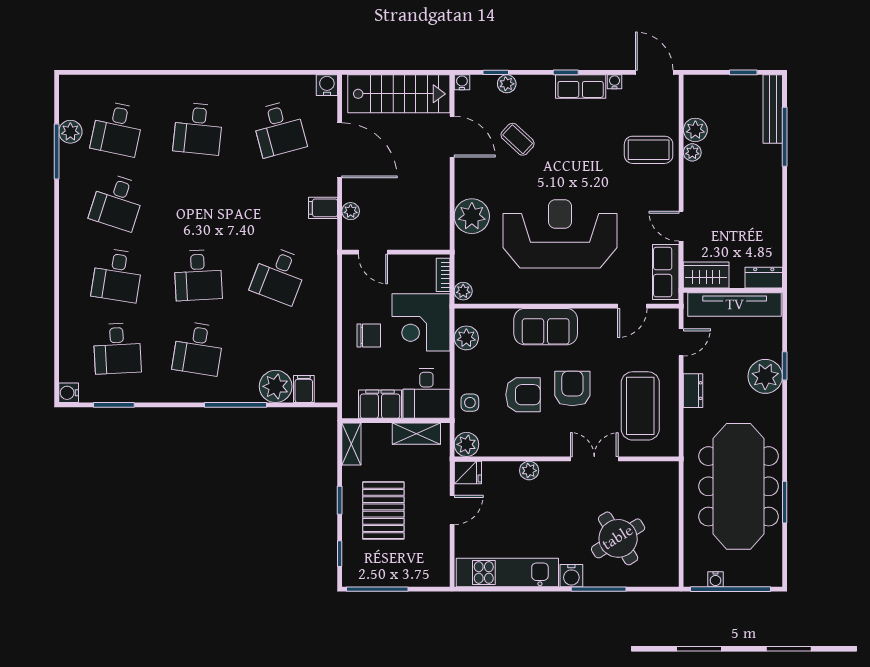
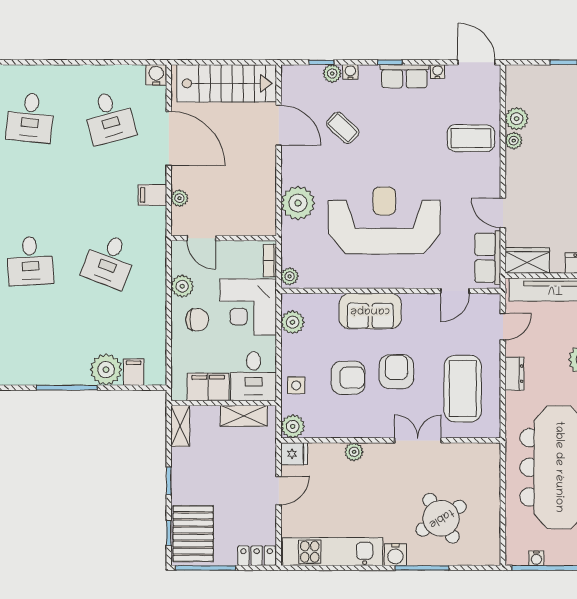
water cooler: (462, 82) -> (350, 72), moved
plant: (353, 301) -> (182, 286), added
desk: (198, 349) -> (30, 333), removed
pallet: (383, 510) -> (193, 534), moved
locker: (430, 577) -> (257, 556), added

